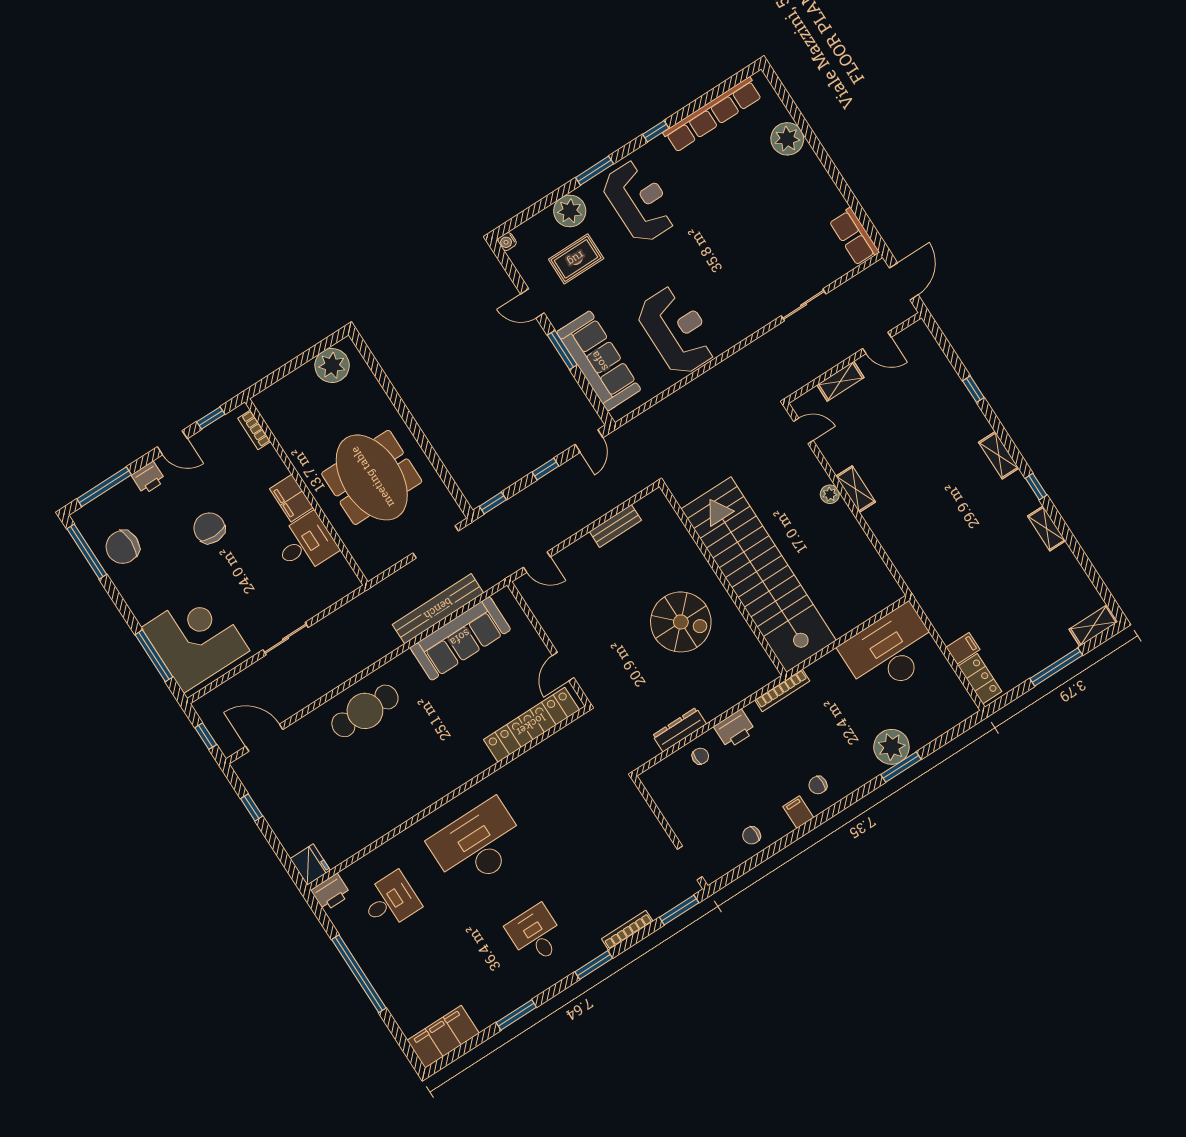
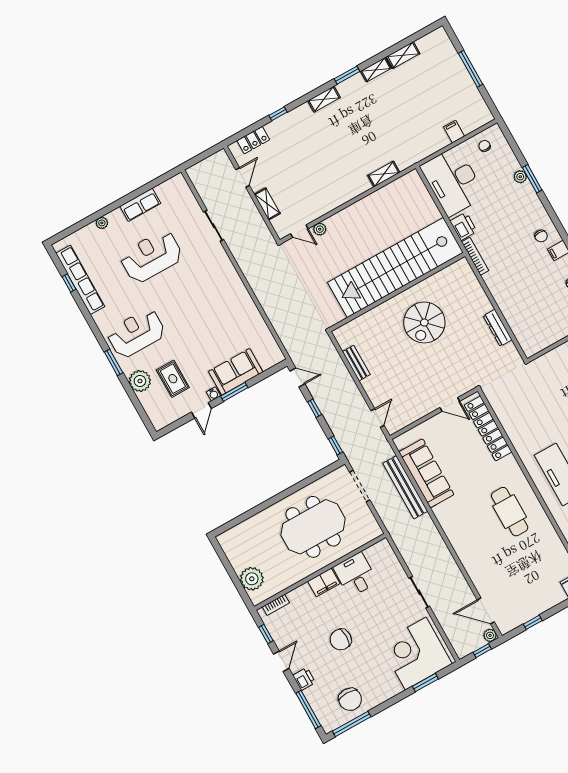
window: (656, 131) -> (69, 283), moved
plant: (787, 139) -> (102, 223), width x0.53, depth x0.53
row of seats: (854, 237) -> (140, 205), moved
water cooler: (507, 242) -> (213, 394), moved
door: (904, 281) -> (202, 157), removed
reception desk: (677, 330) -> (151, 256), moved
sofa: (599, 361) -> (236, 372), width x0.73
plant: (332, 366) -> (252, 579), moved
door: (803, 431) -> (299, 231), swing flipped
window: (1036, 487) -> (347, 75), width x1.50
shelving: (856, 489) -> (384, 174), moved
plant: (830, 494) -> (320, 229), moved
spiral stairs: (681, 622) -> (424, 322), turned 180
shelving: (1093, 626) -> (403, 55), moved, turned 90
window: (154, 656) -> (425, 683), width x0.69
locker: (980, 679) -> (253, 140), moved, turned 180
cafe table: (365, 711) -> (510, 512), moved
printer: (735, 729) -> (463, 226), moved
door: (264, 738) -> (486, 611), hinge flipped
plant: (229, 746) -> (490, 635), added
plant: (891, 747) -> (520, 177), width x0.53, depth x0.53
chair: (700, 756) -> (485, 146), moved

